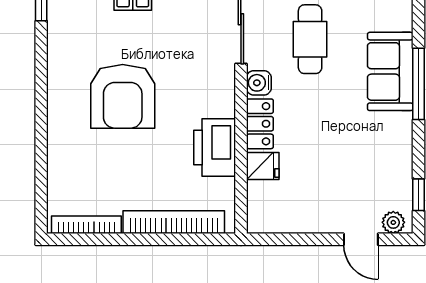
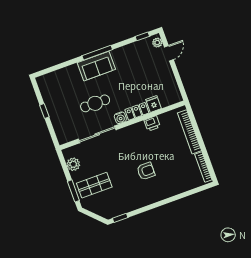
armchair: (123, 96) -> (146, 171), width x0.53, depth x0.53
printer: (215, 148) -> (152, 123), width x0.53, depth x0.68

